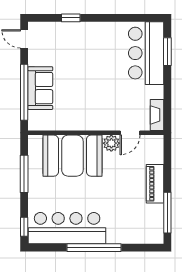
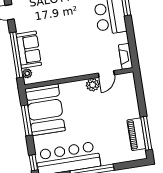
plant: (34, 117) -> (27, 73), added
booth: (72, 156) -> (45, 110), moved, turned 90
piano: (155, 184) -> (136, 134), moved

